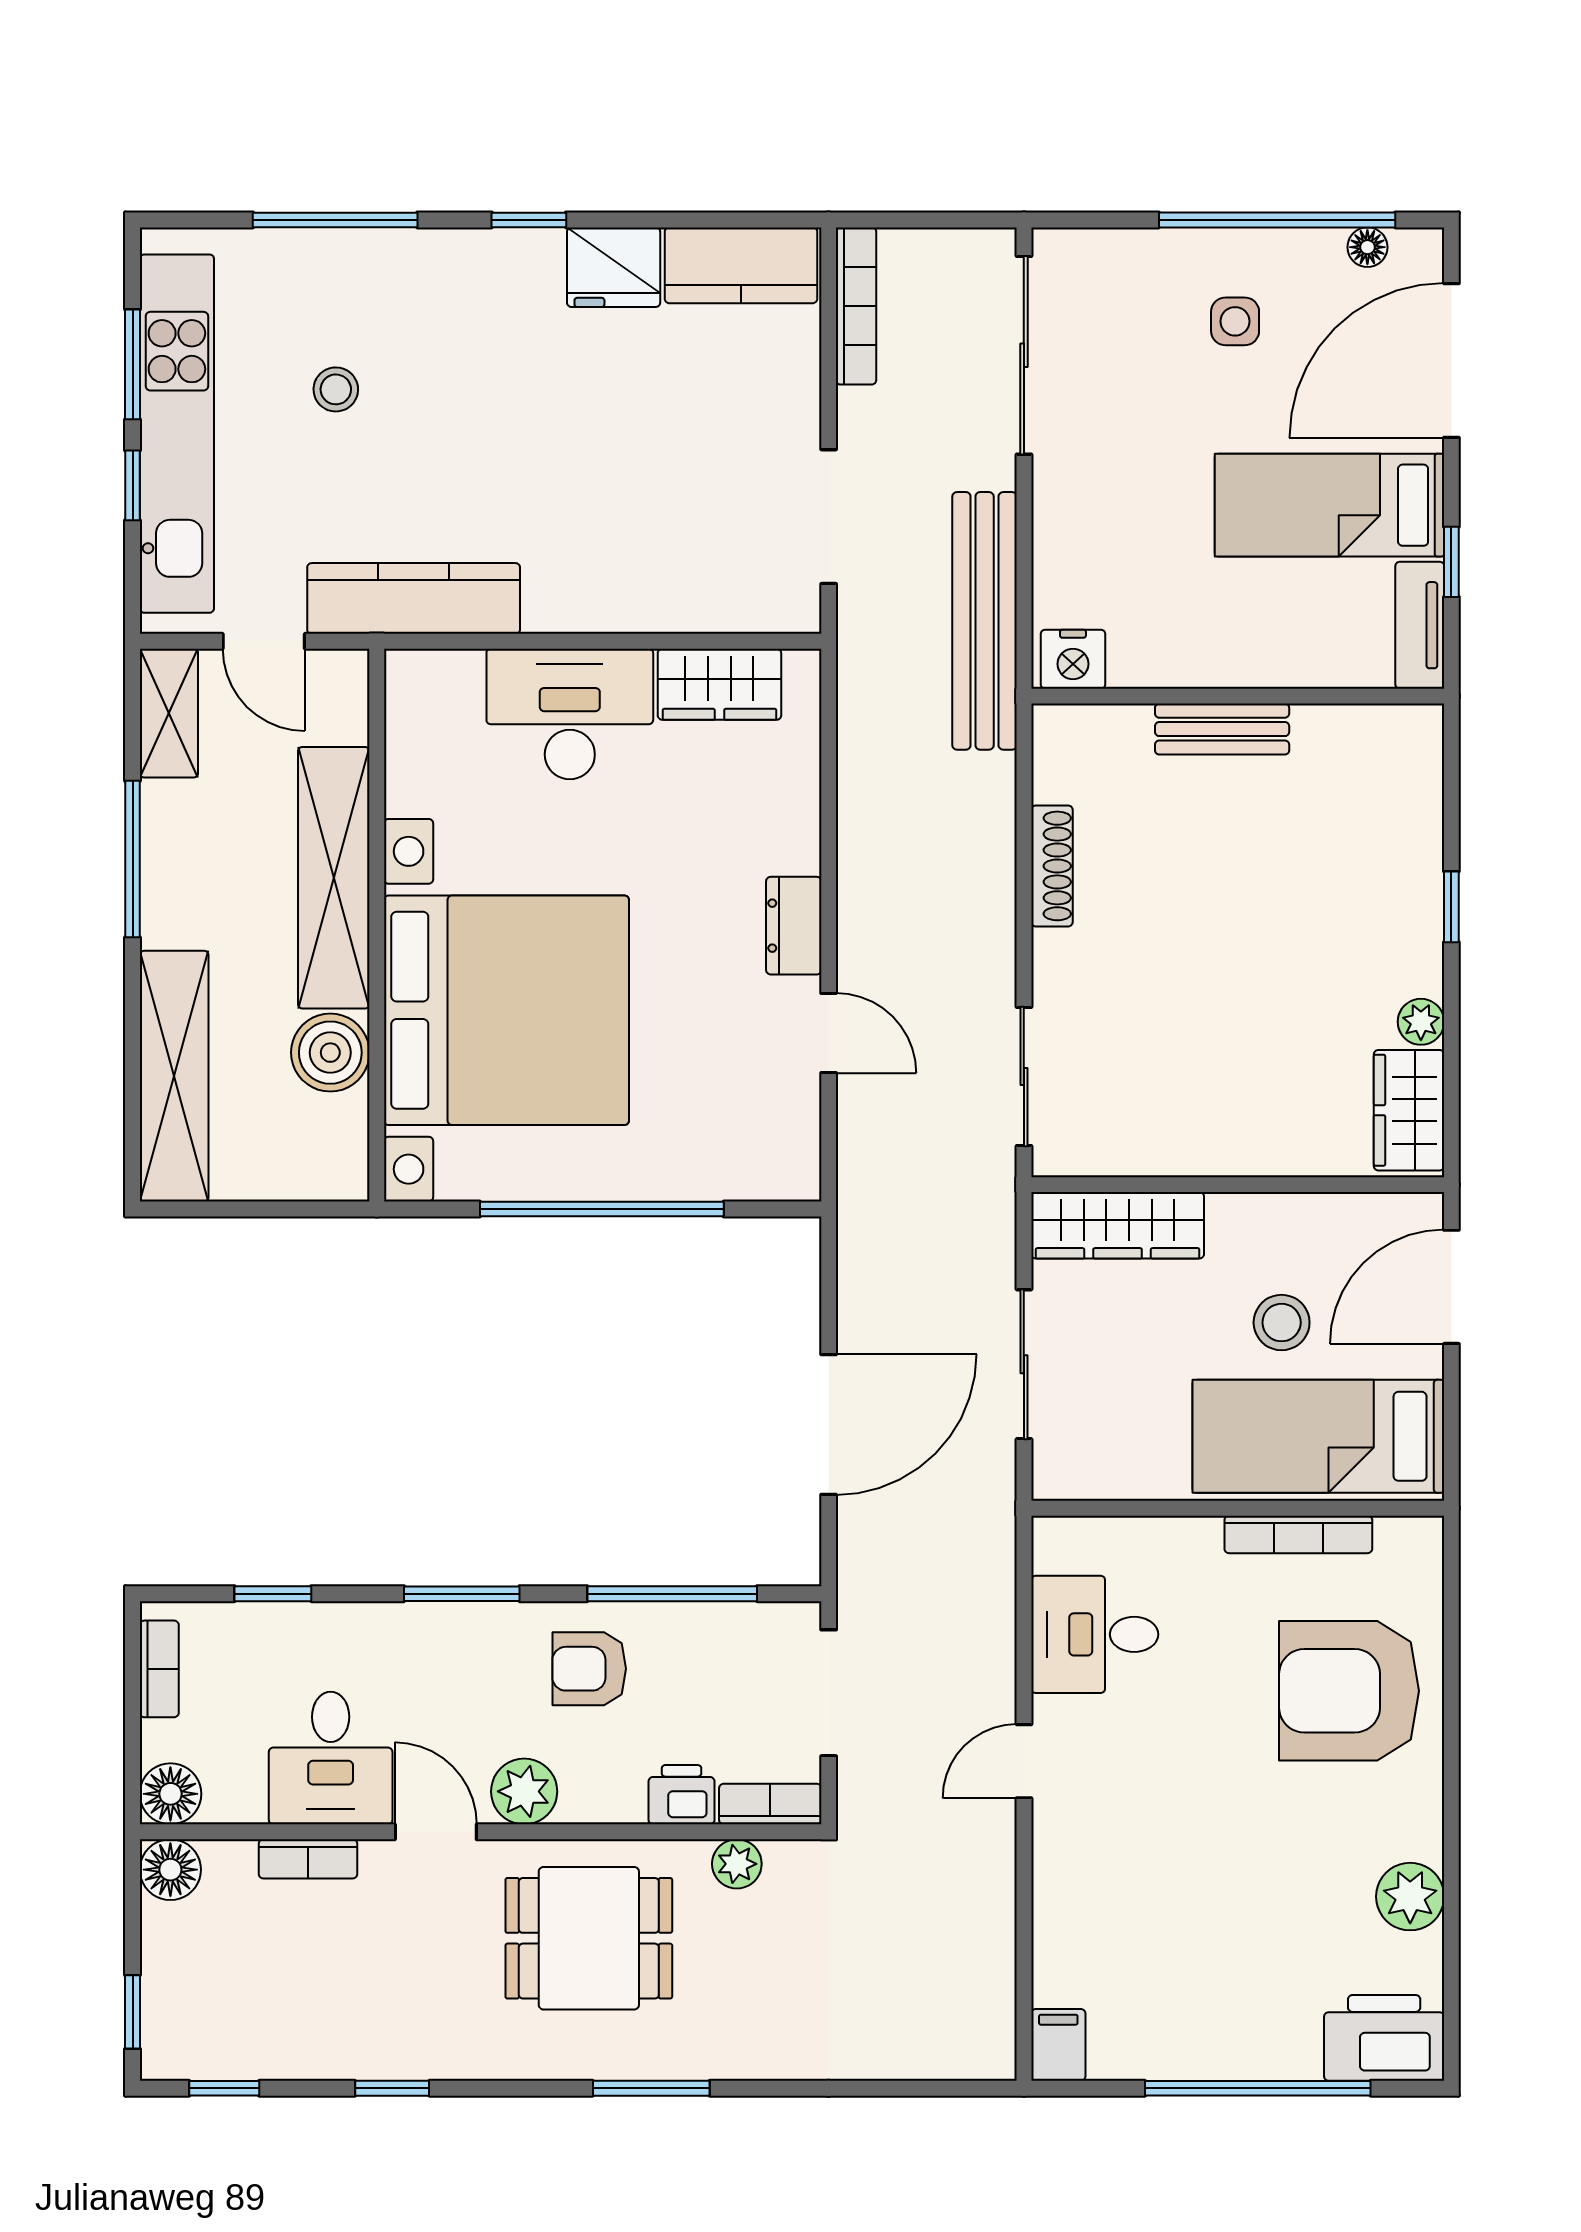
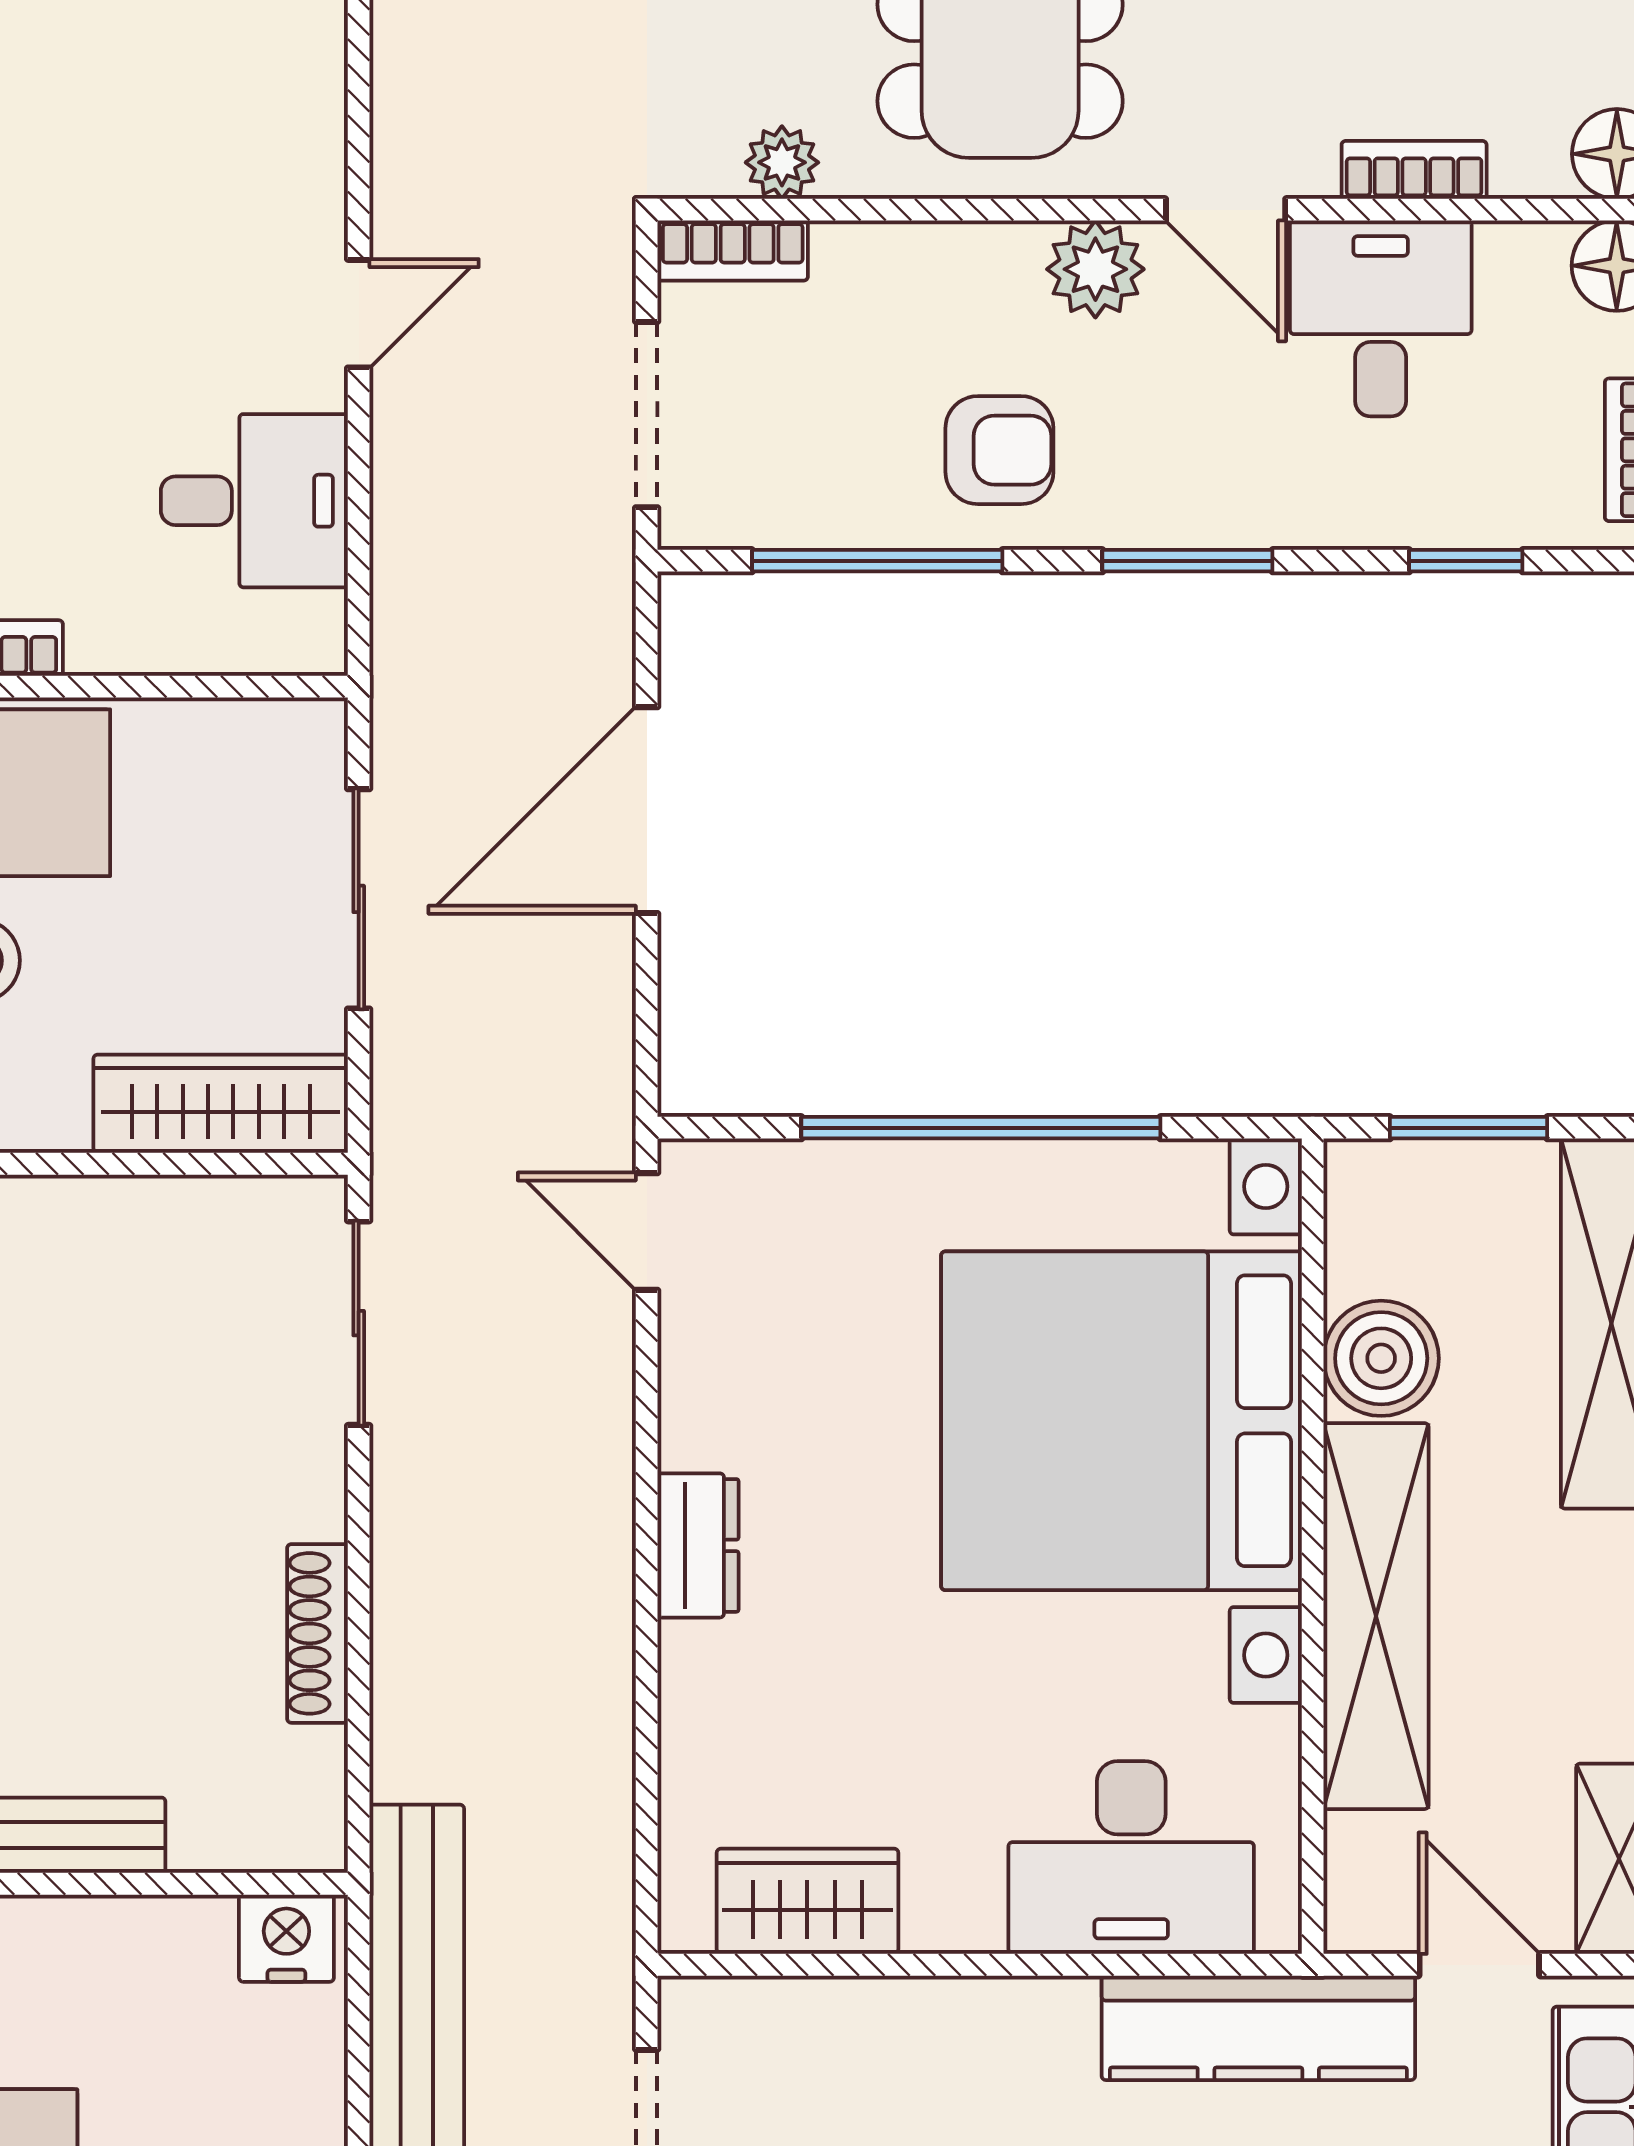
desk: (570, 714) -> (1131, 1857), moved
door: (829, 1033) -> (647, 1231), moved
window: (271, 1209) -> (1469, 1128), added
printer: (682, 1795) -> (863, 264), removed

